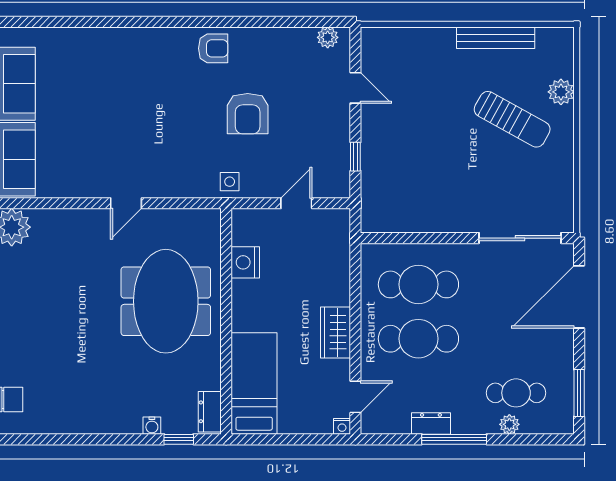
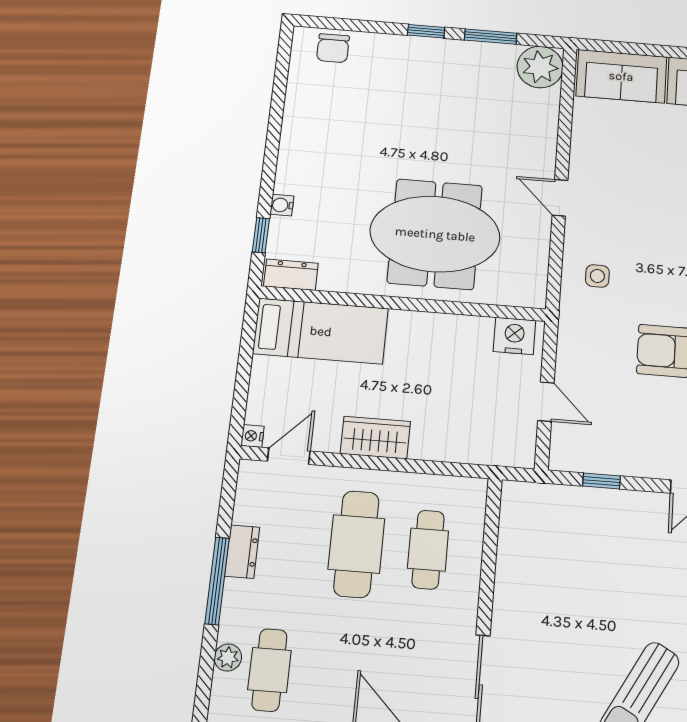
side table: (230, 182) -> (597, 276), moved
nightstand: (245, 262) -> (514, 336), moved
cafe table: (418, 284) -> (428, 550), width x0.73, depth x0.74
door: (355, 397) -> (289, 456), swing flipped

